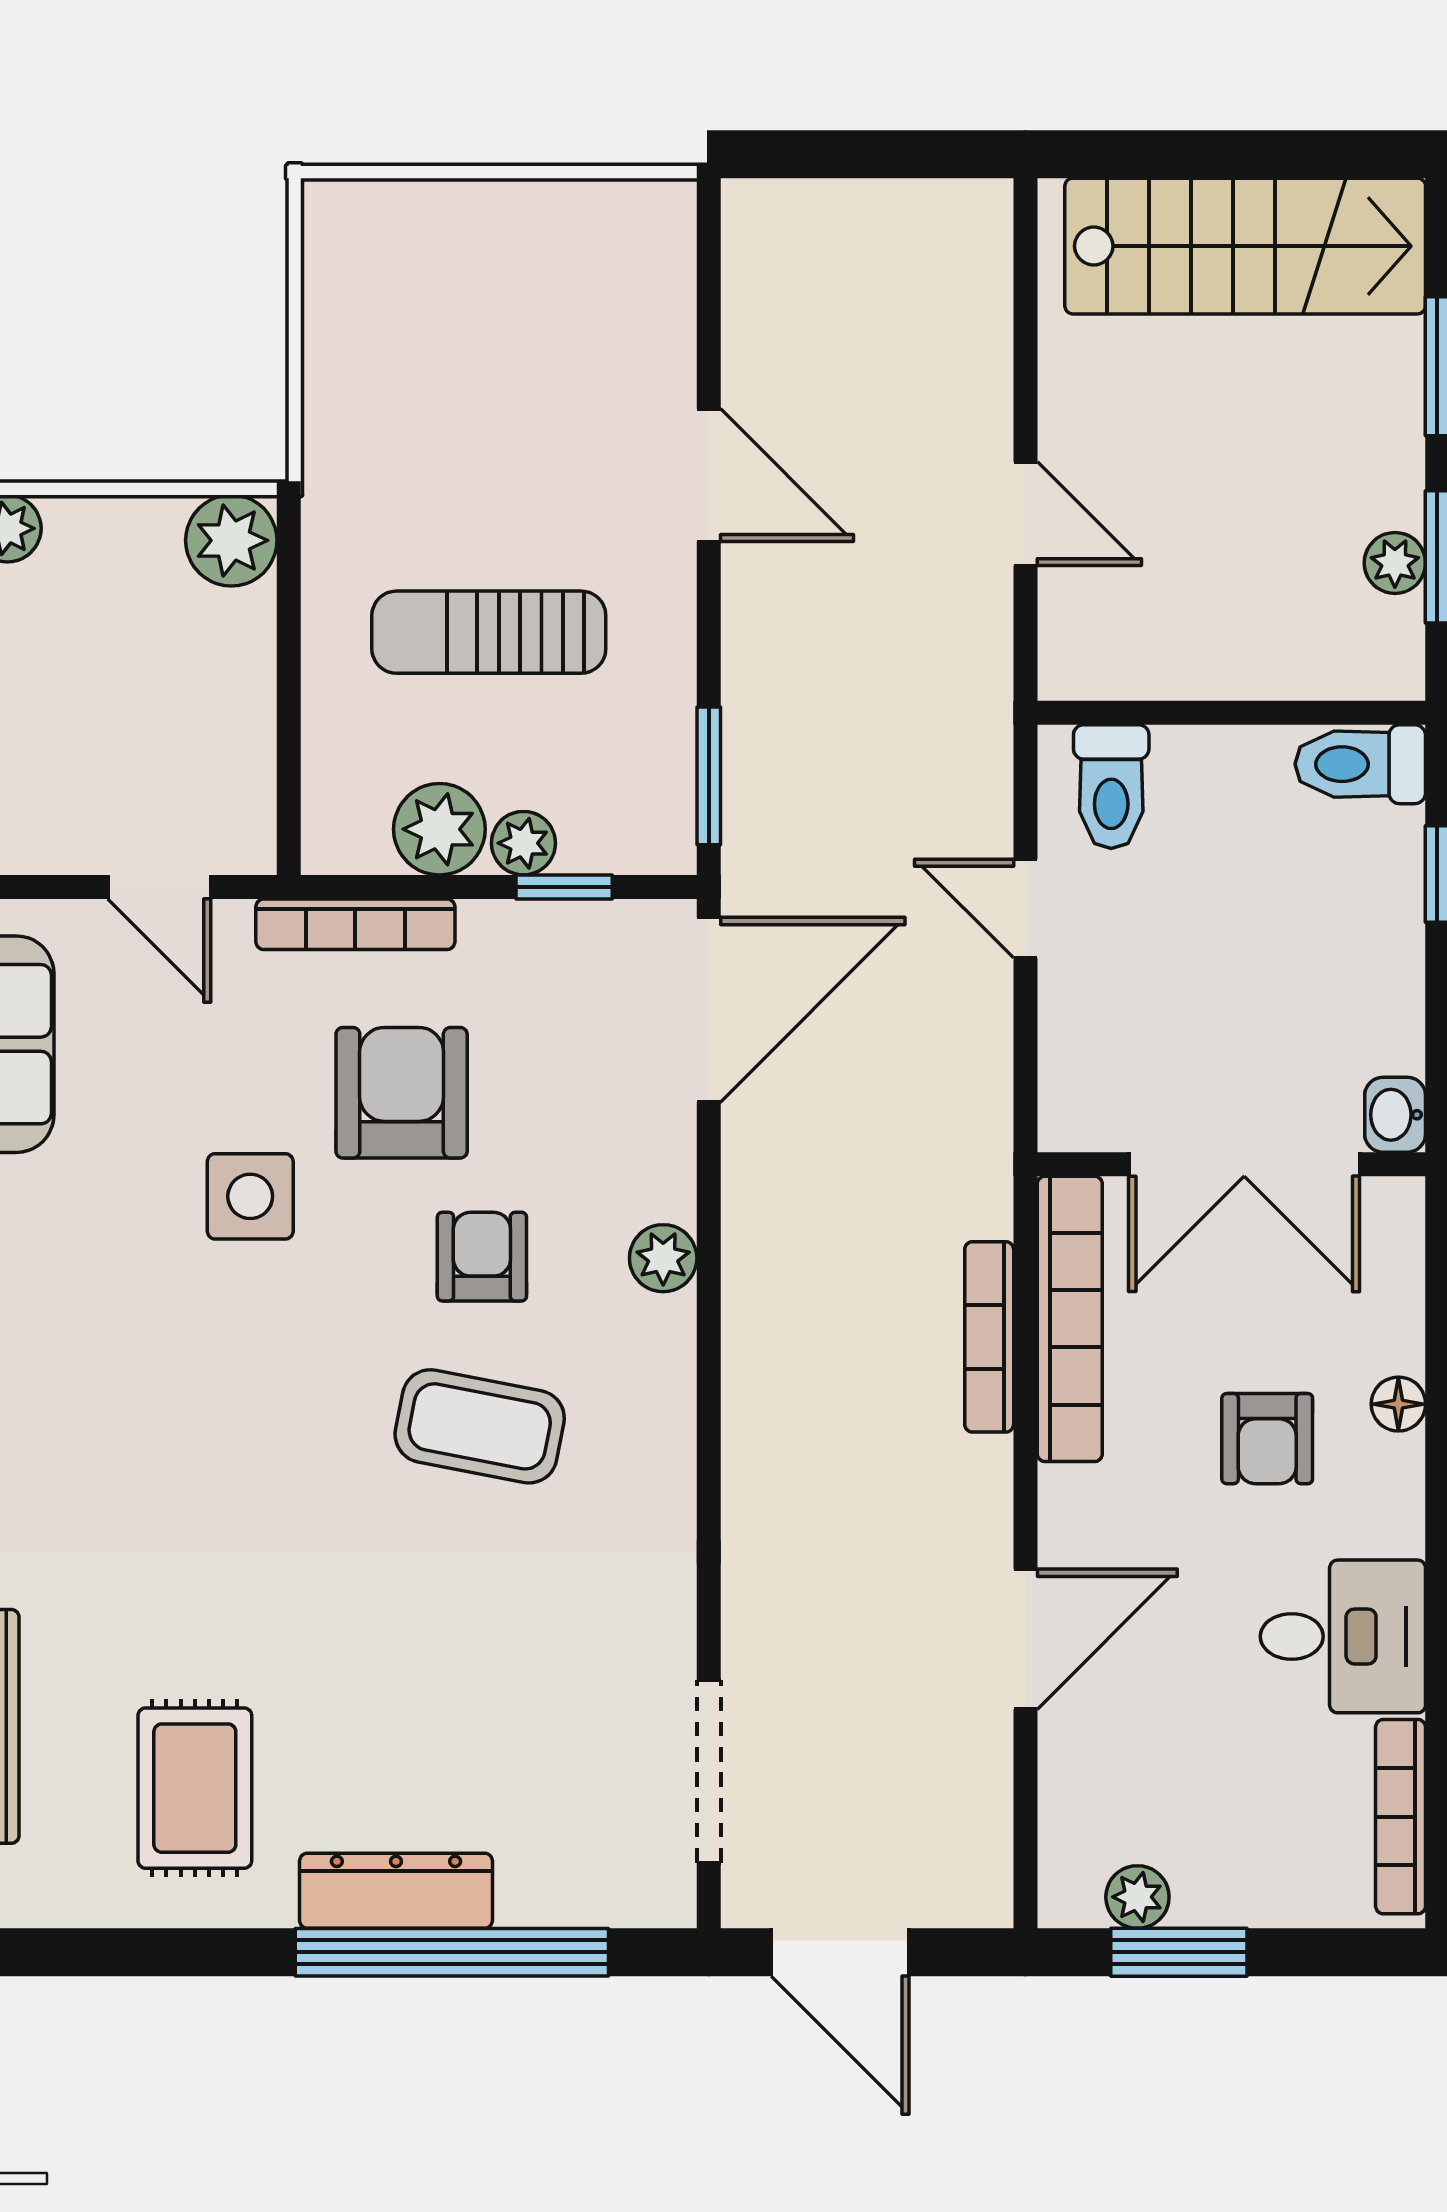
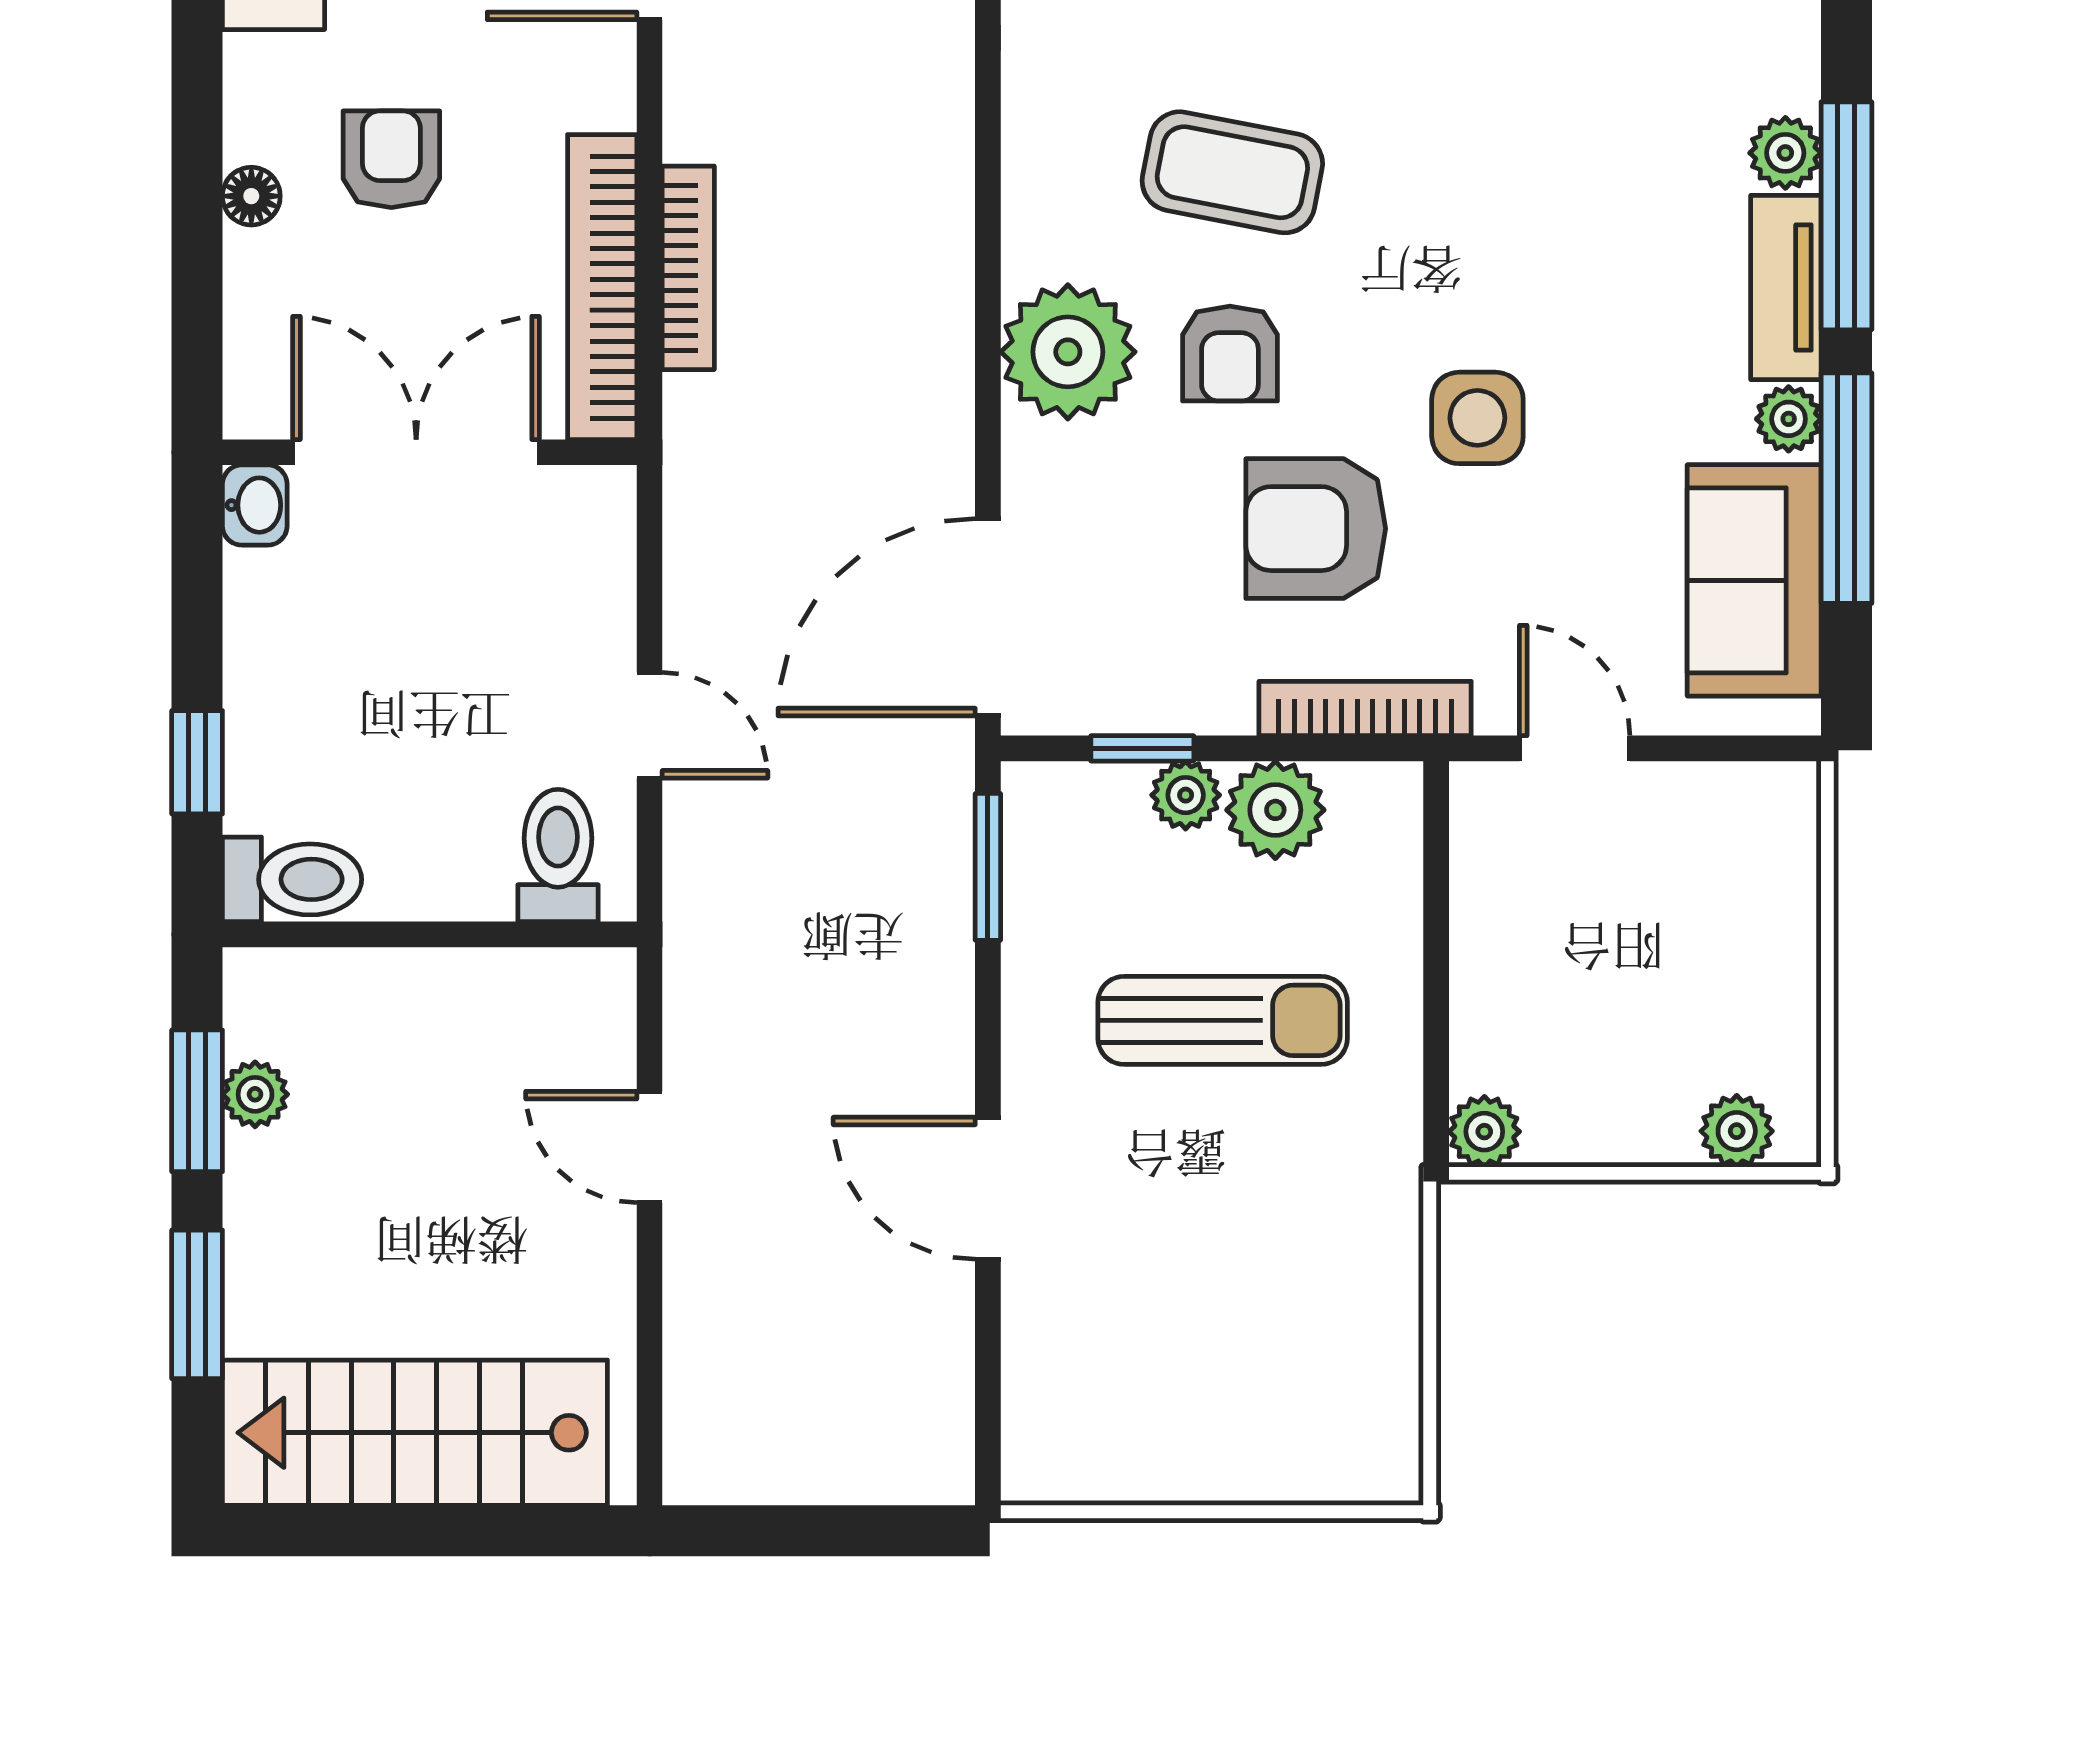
plant: (231, 540) -> (1484, 1132), width x0.73, depth x0.73
armchair: (402, 1093) -> (1316, 529), turned 90
plant: (663, 1258) -> (1068, 352), width x1.88, depth x1.88

